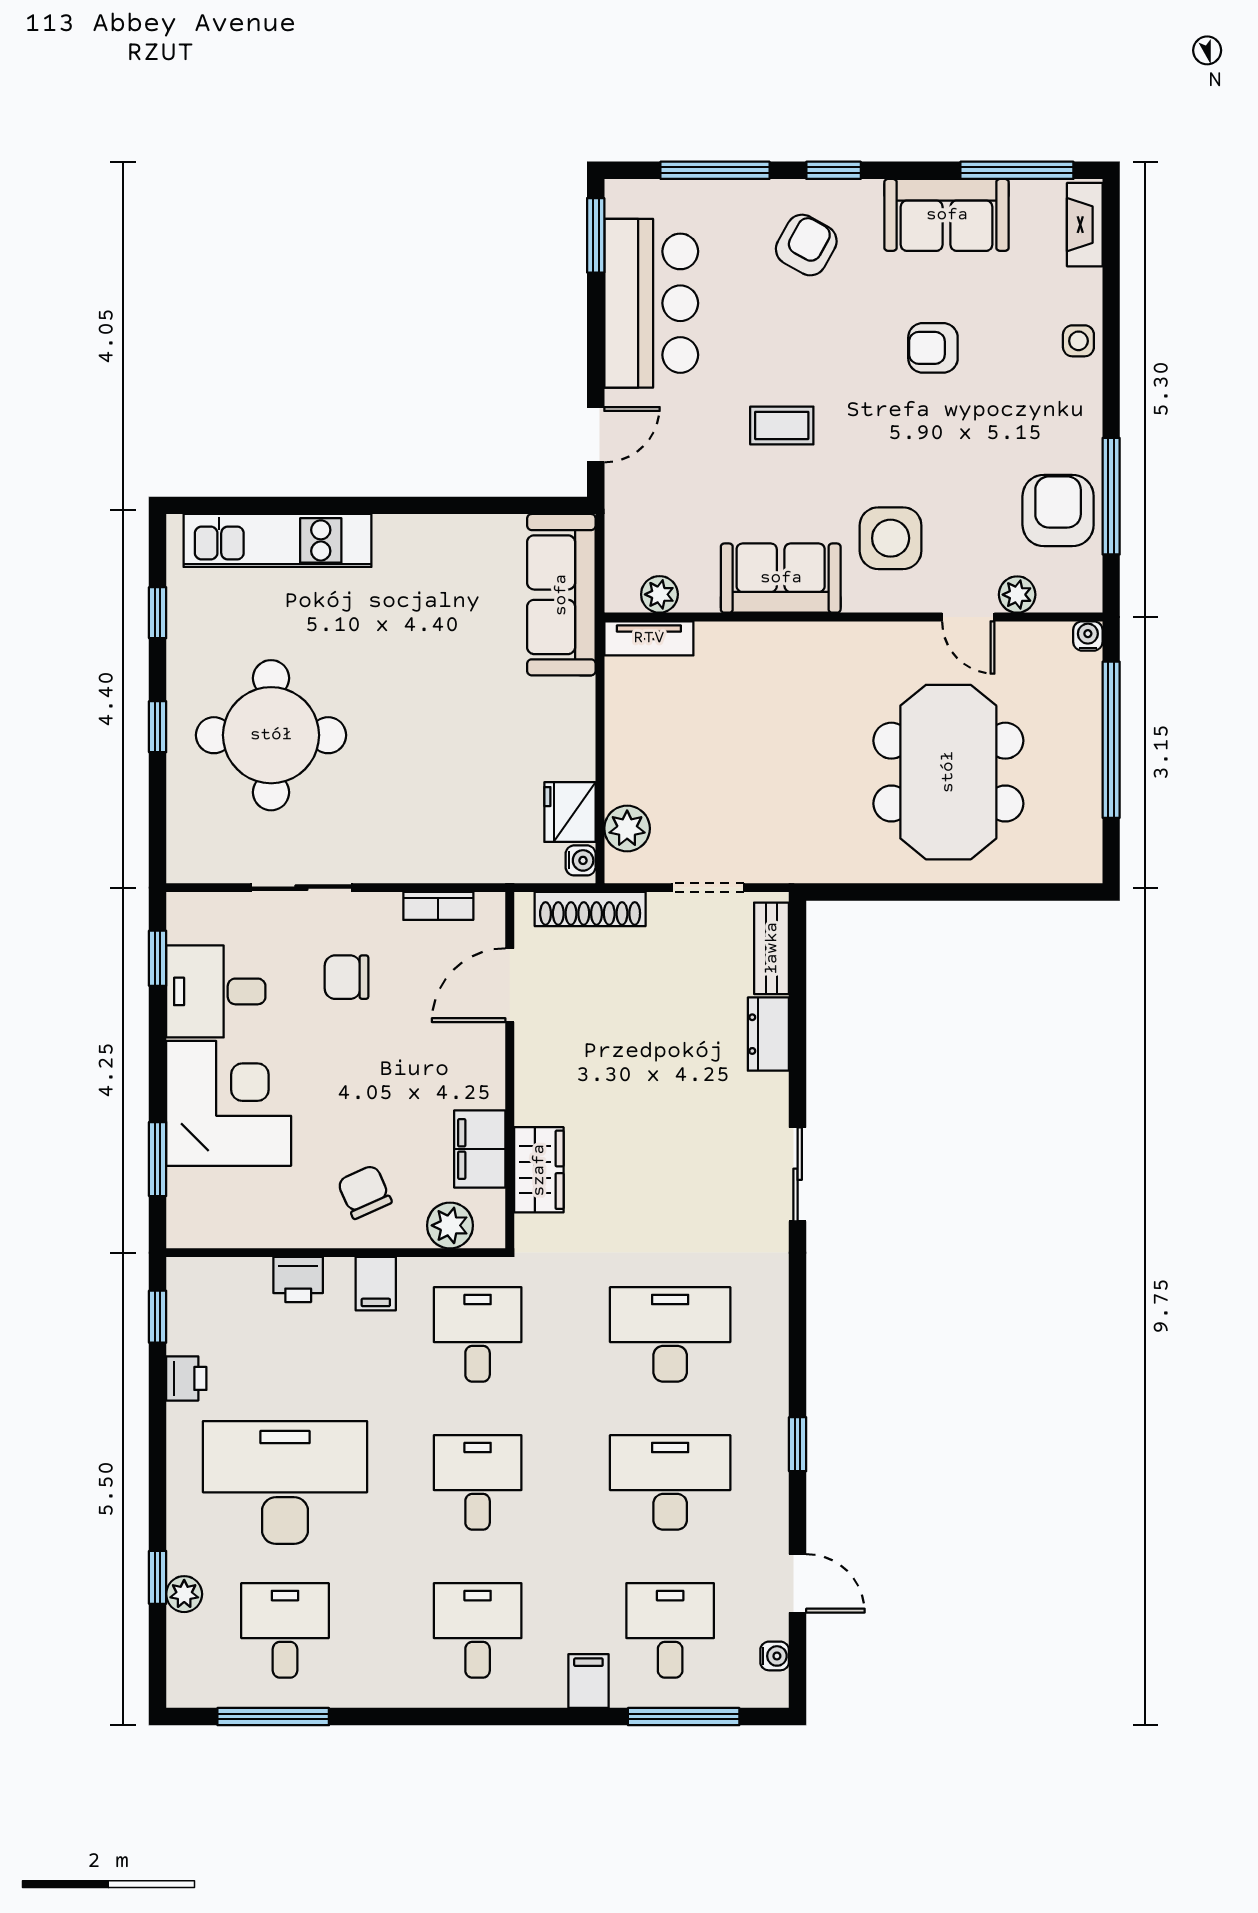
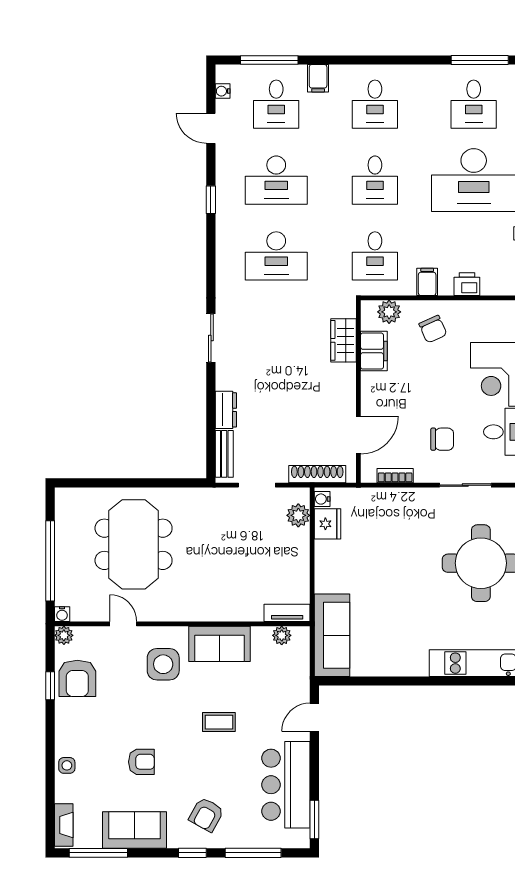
window: (1111, 496) -> (50, 686), width x0.46
plant: (1017, 595) -> (64, 635), moved

